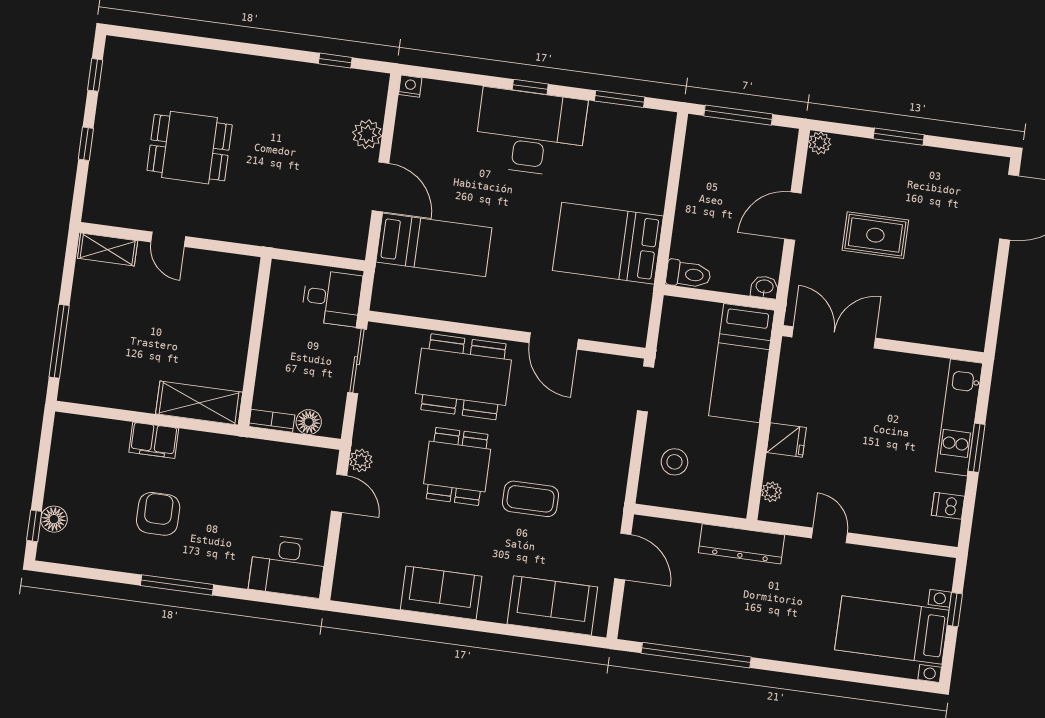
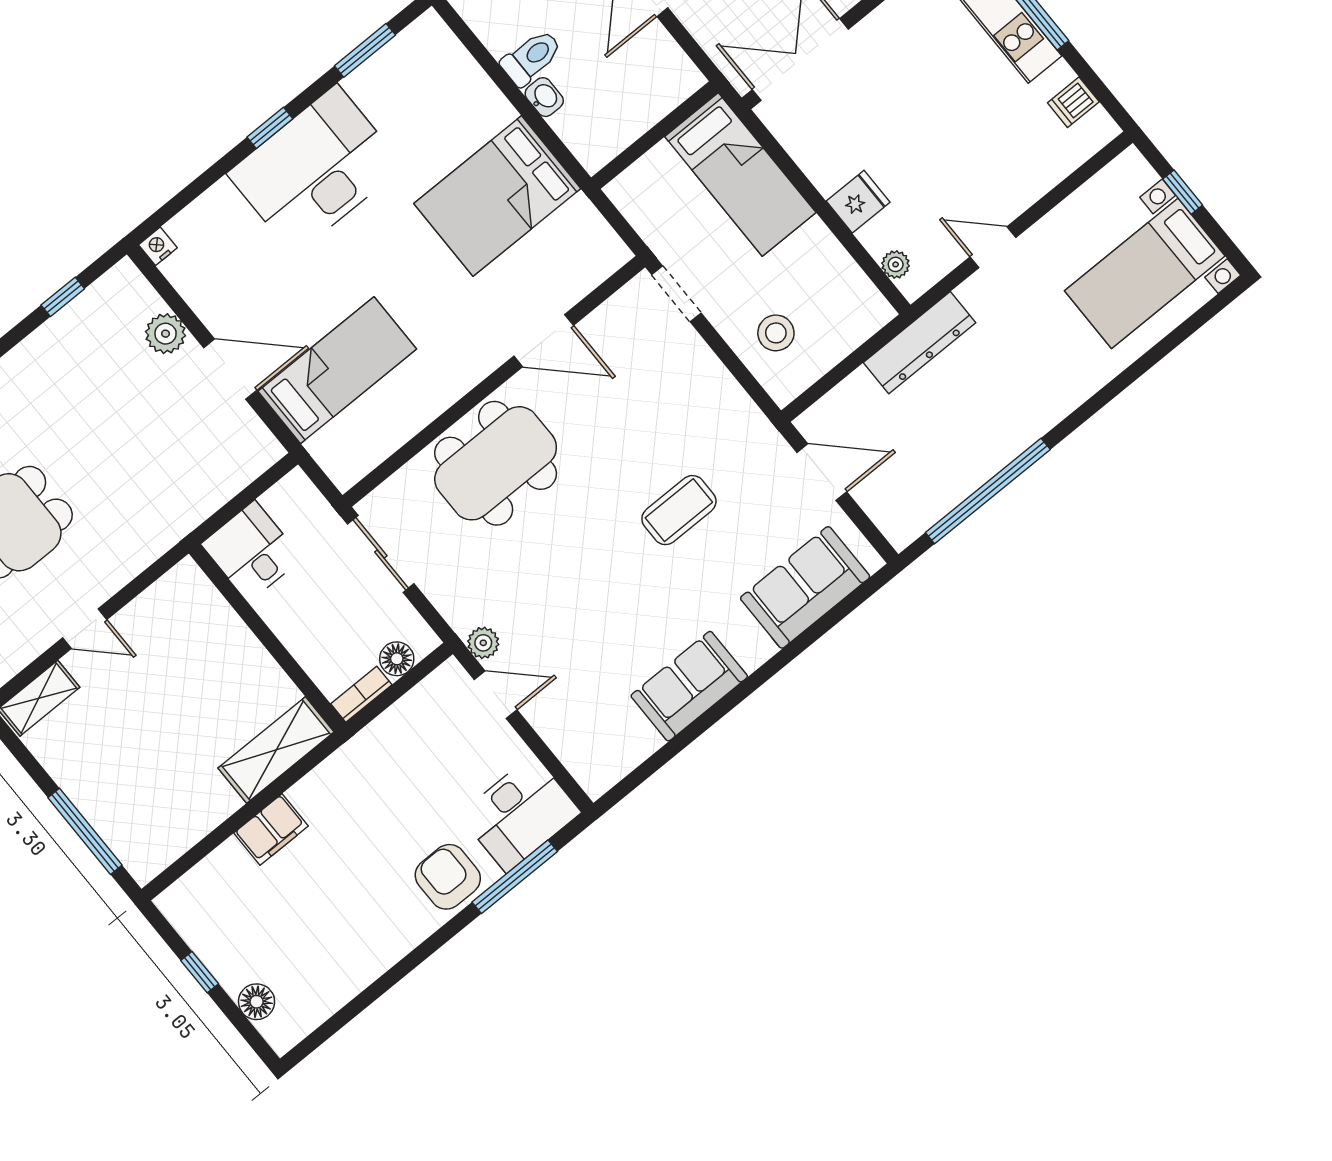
toilet: (688, 274) -> (531, 58), moved
washbasin: (765, 287) -> (544, 97), moved, turned 90
desk: (332, 298) -> (252, 551), moved, turned -90
dining table: (457, 467) -> (579, 553), removed
armchair: (158, 514) -> (448, 877), moved
window: (34, 526) -> (200, 972), moved
window: (177, 585) -> (515, 877), moved

